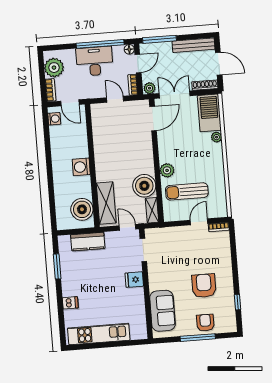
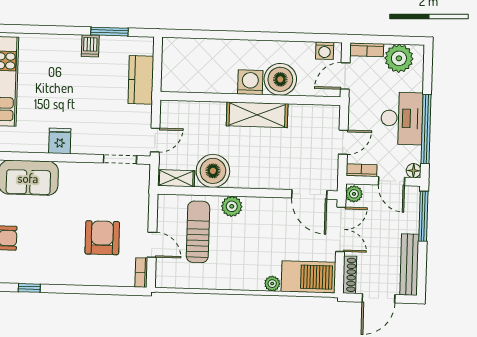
shelving: (106, 203) -> (257, 115), moved
boiler: (82, 209) -> (280, 79), moved
fridge: (134, 280) -> (60, 141), moved
armchair: (204, 286) -> (102, 238), moved, turned -90
dishwasher: (70, 303) -> (90, 46), moved

